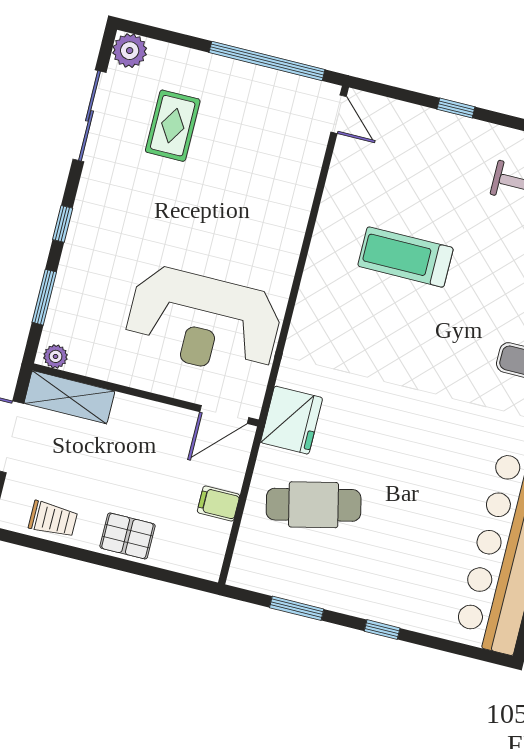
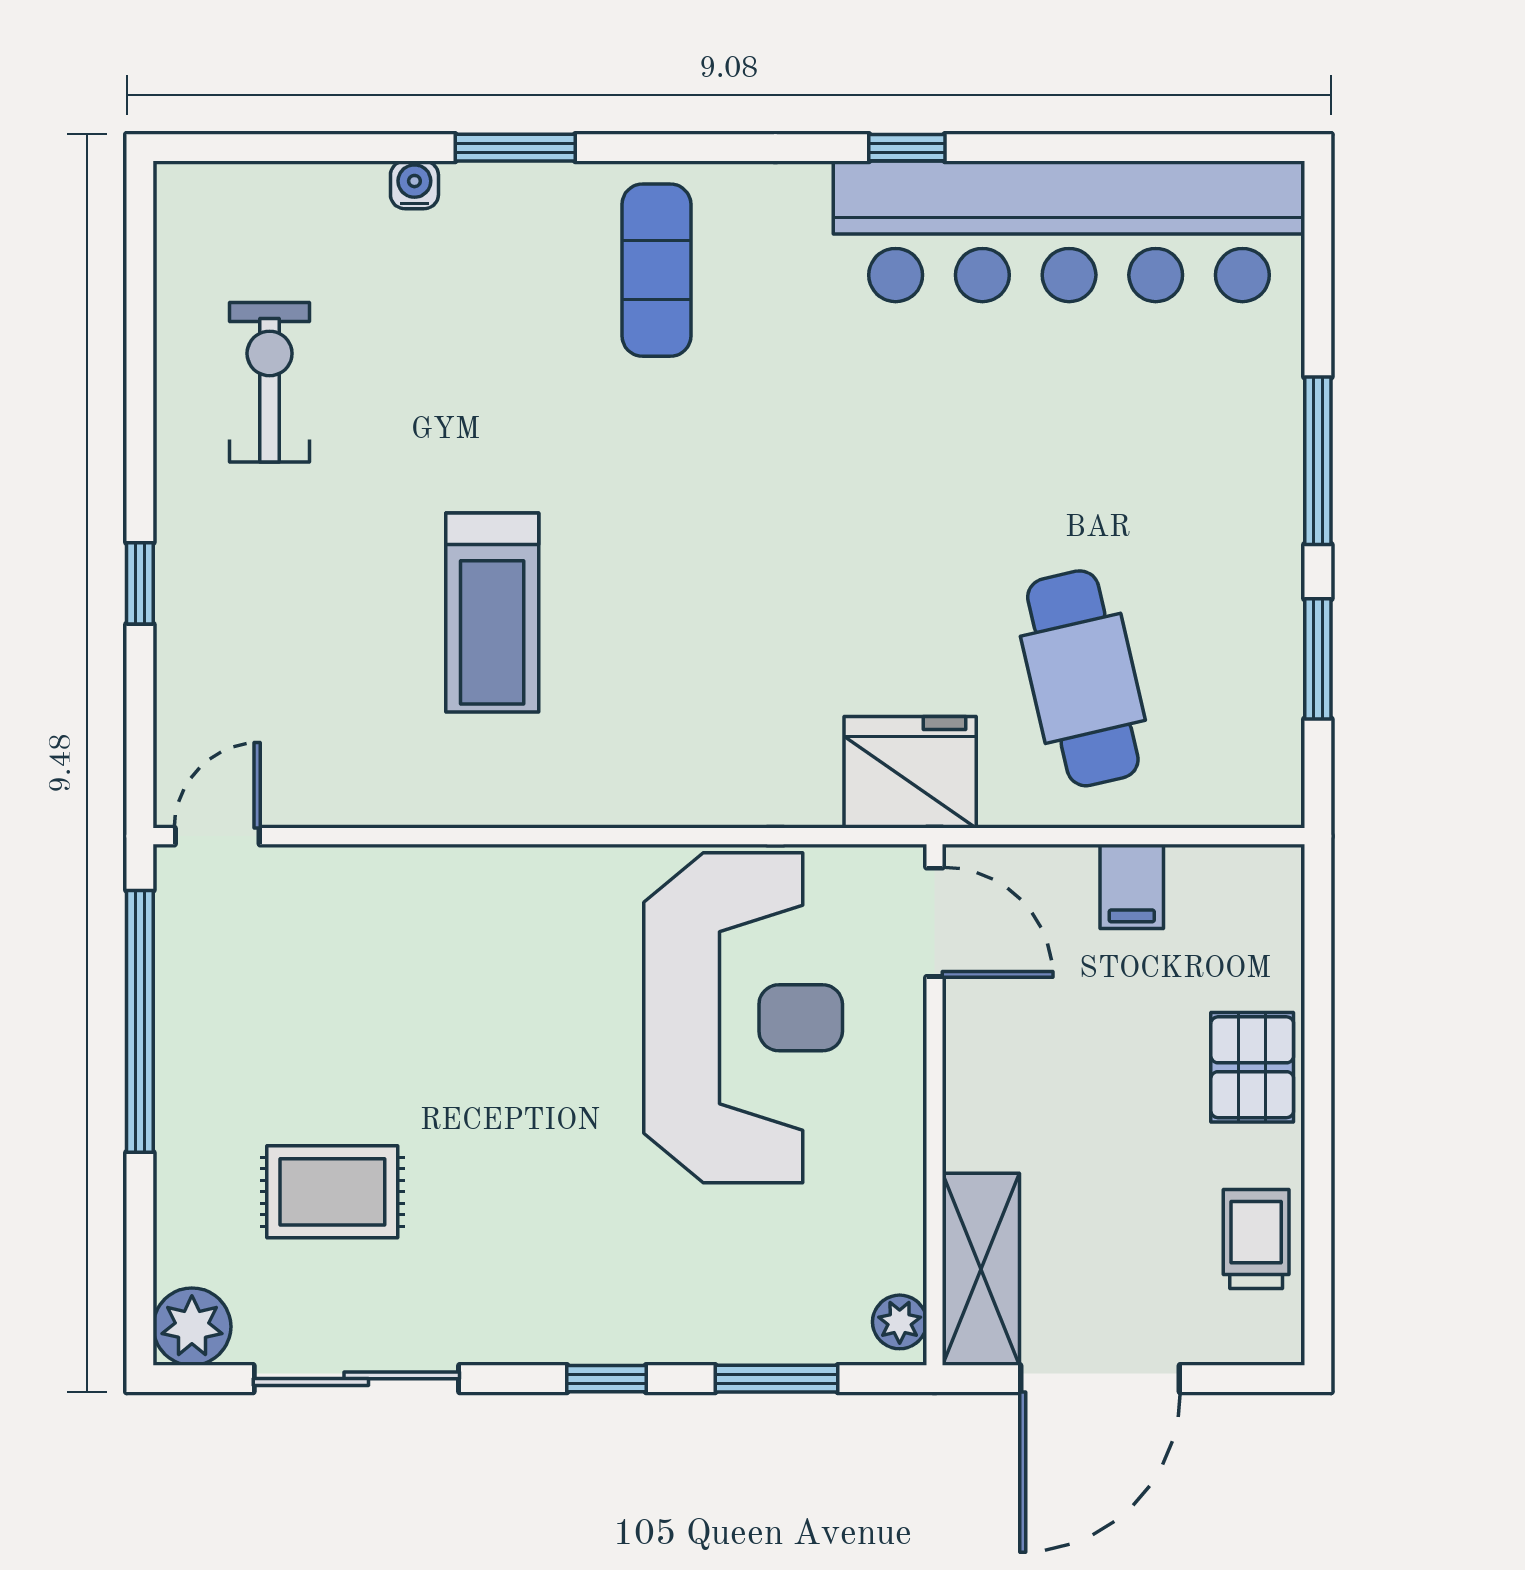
window: (382, 630) -> (1318, 461), width x2.17

